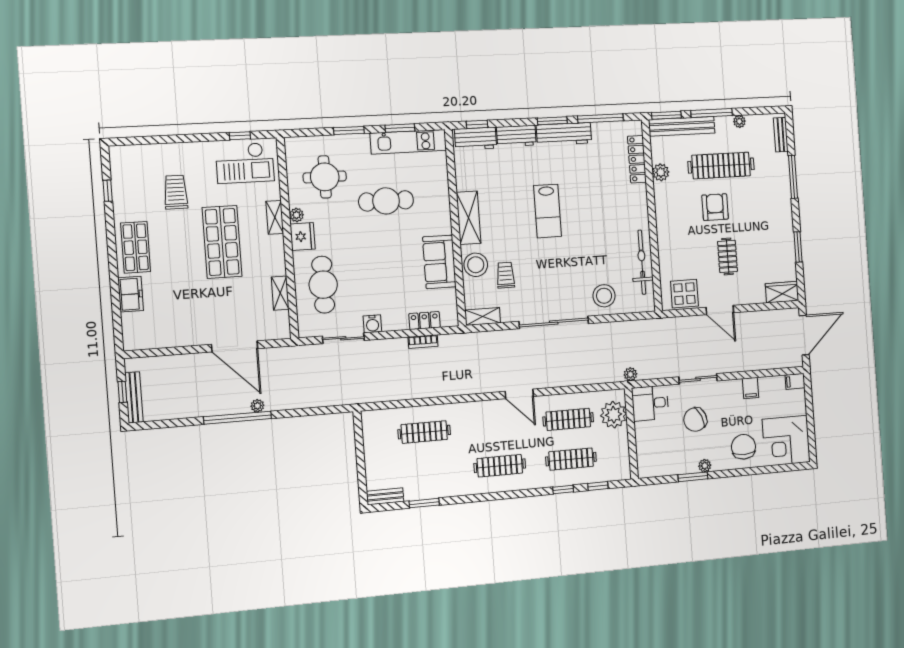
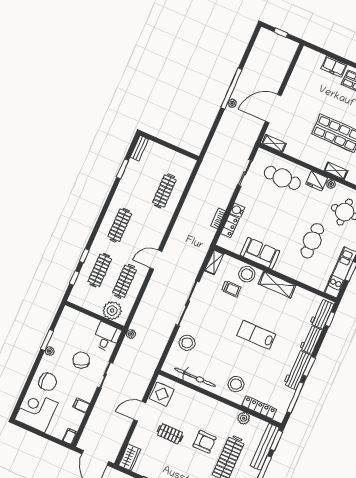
stool: (623, 205) -> (236, 384), added
shelving: (280, 293) -> (274, 143), moved
water cooler: (372, 324) -> (237, 210), moved
bench: (134, 397) -> (274, 37), removed

